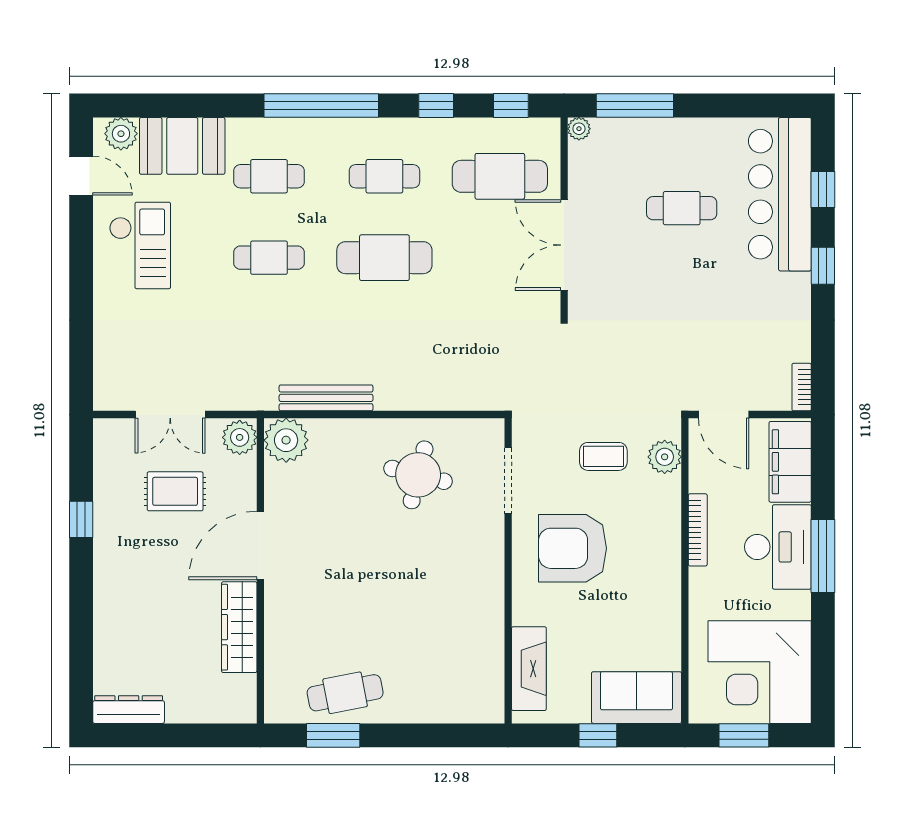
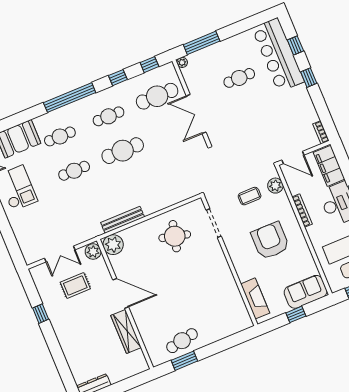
door: (260, 545) -> (121, 293), swing flipped
armchair: (573, 548) -> (270, 241), moved, turned 90

